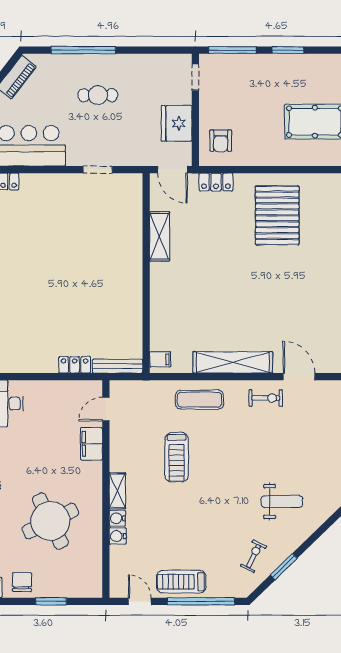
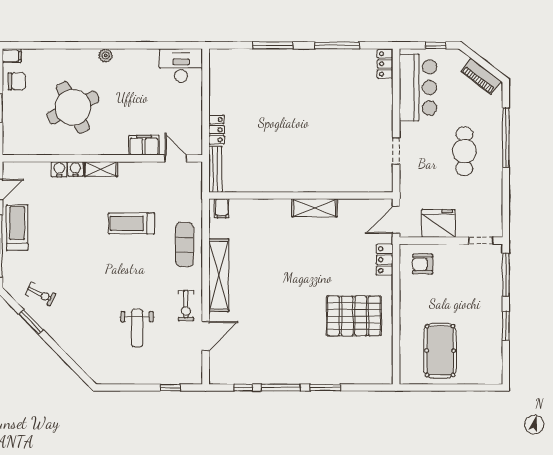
cafe table: (98, 95) -> (464, 151), width x1.37, depth x1.35
shelving: (160, 236) -> (314, 208), moved
weight bench: (282, 502) -> (137, 328), moved

